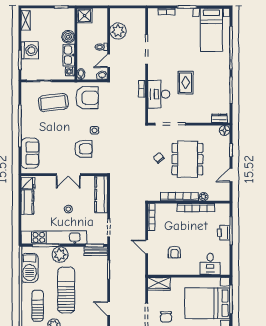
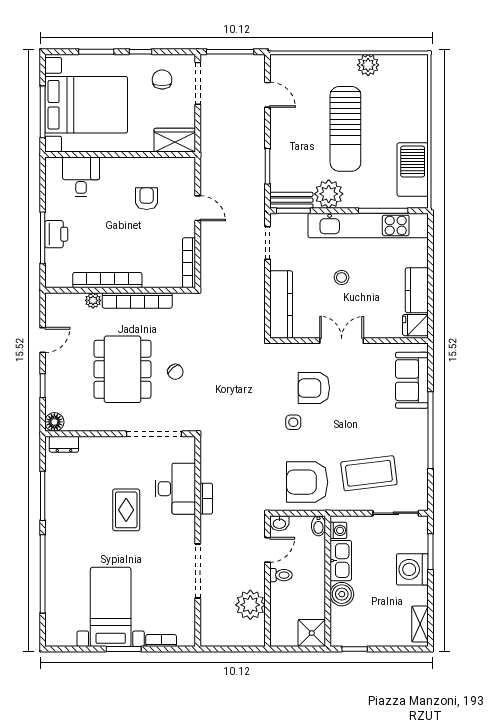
bed with nightstands: (211, 30) -> (111, 607), moved
plant: (60, 255) -> (329, 194), moved
sun lounger: (38, 306) -> (398, 100), removed

